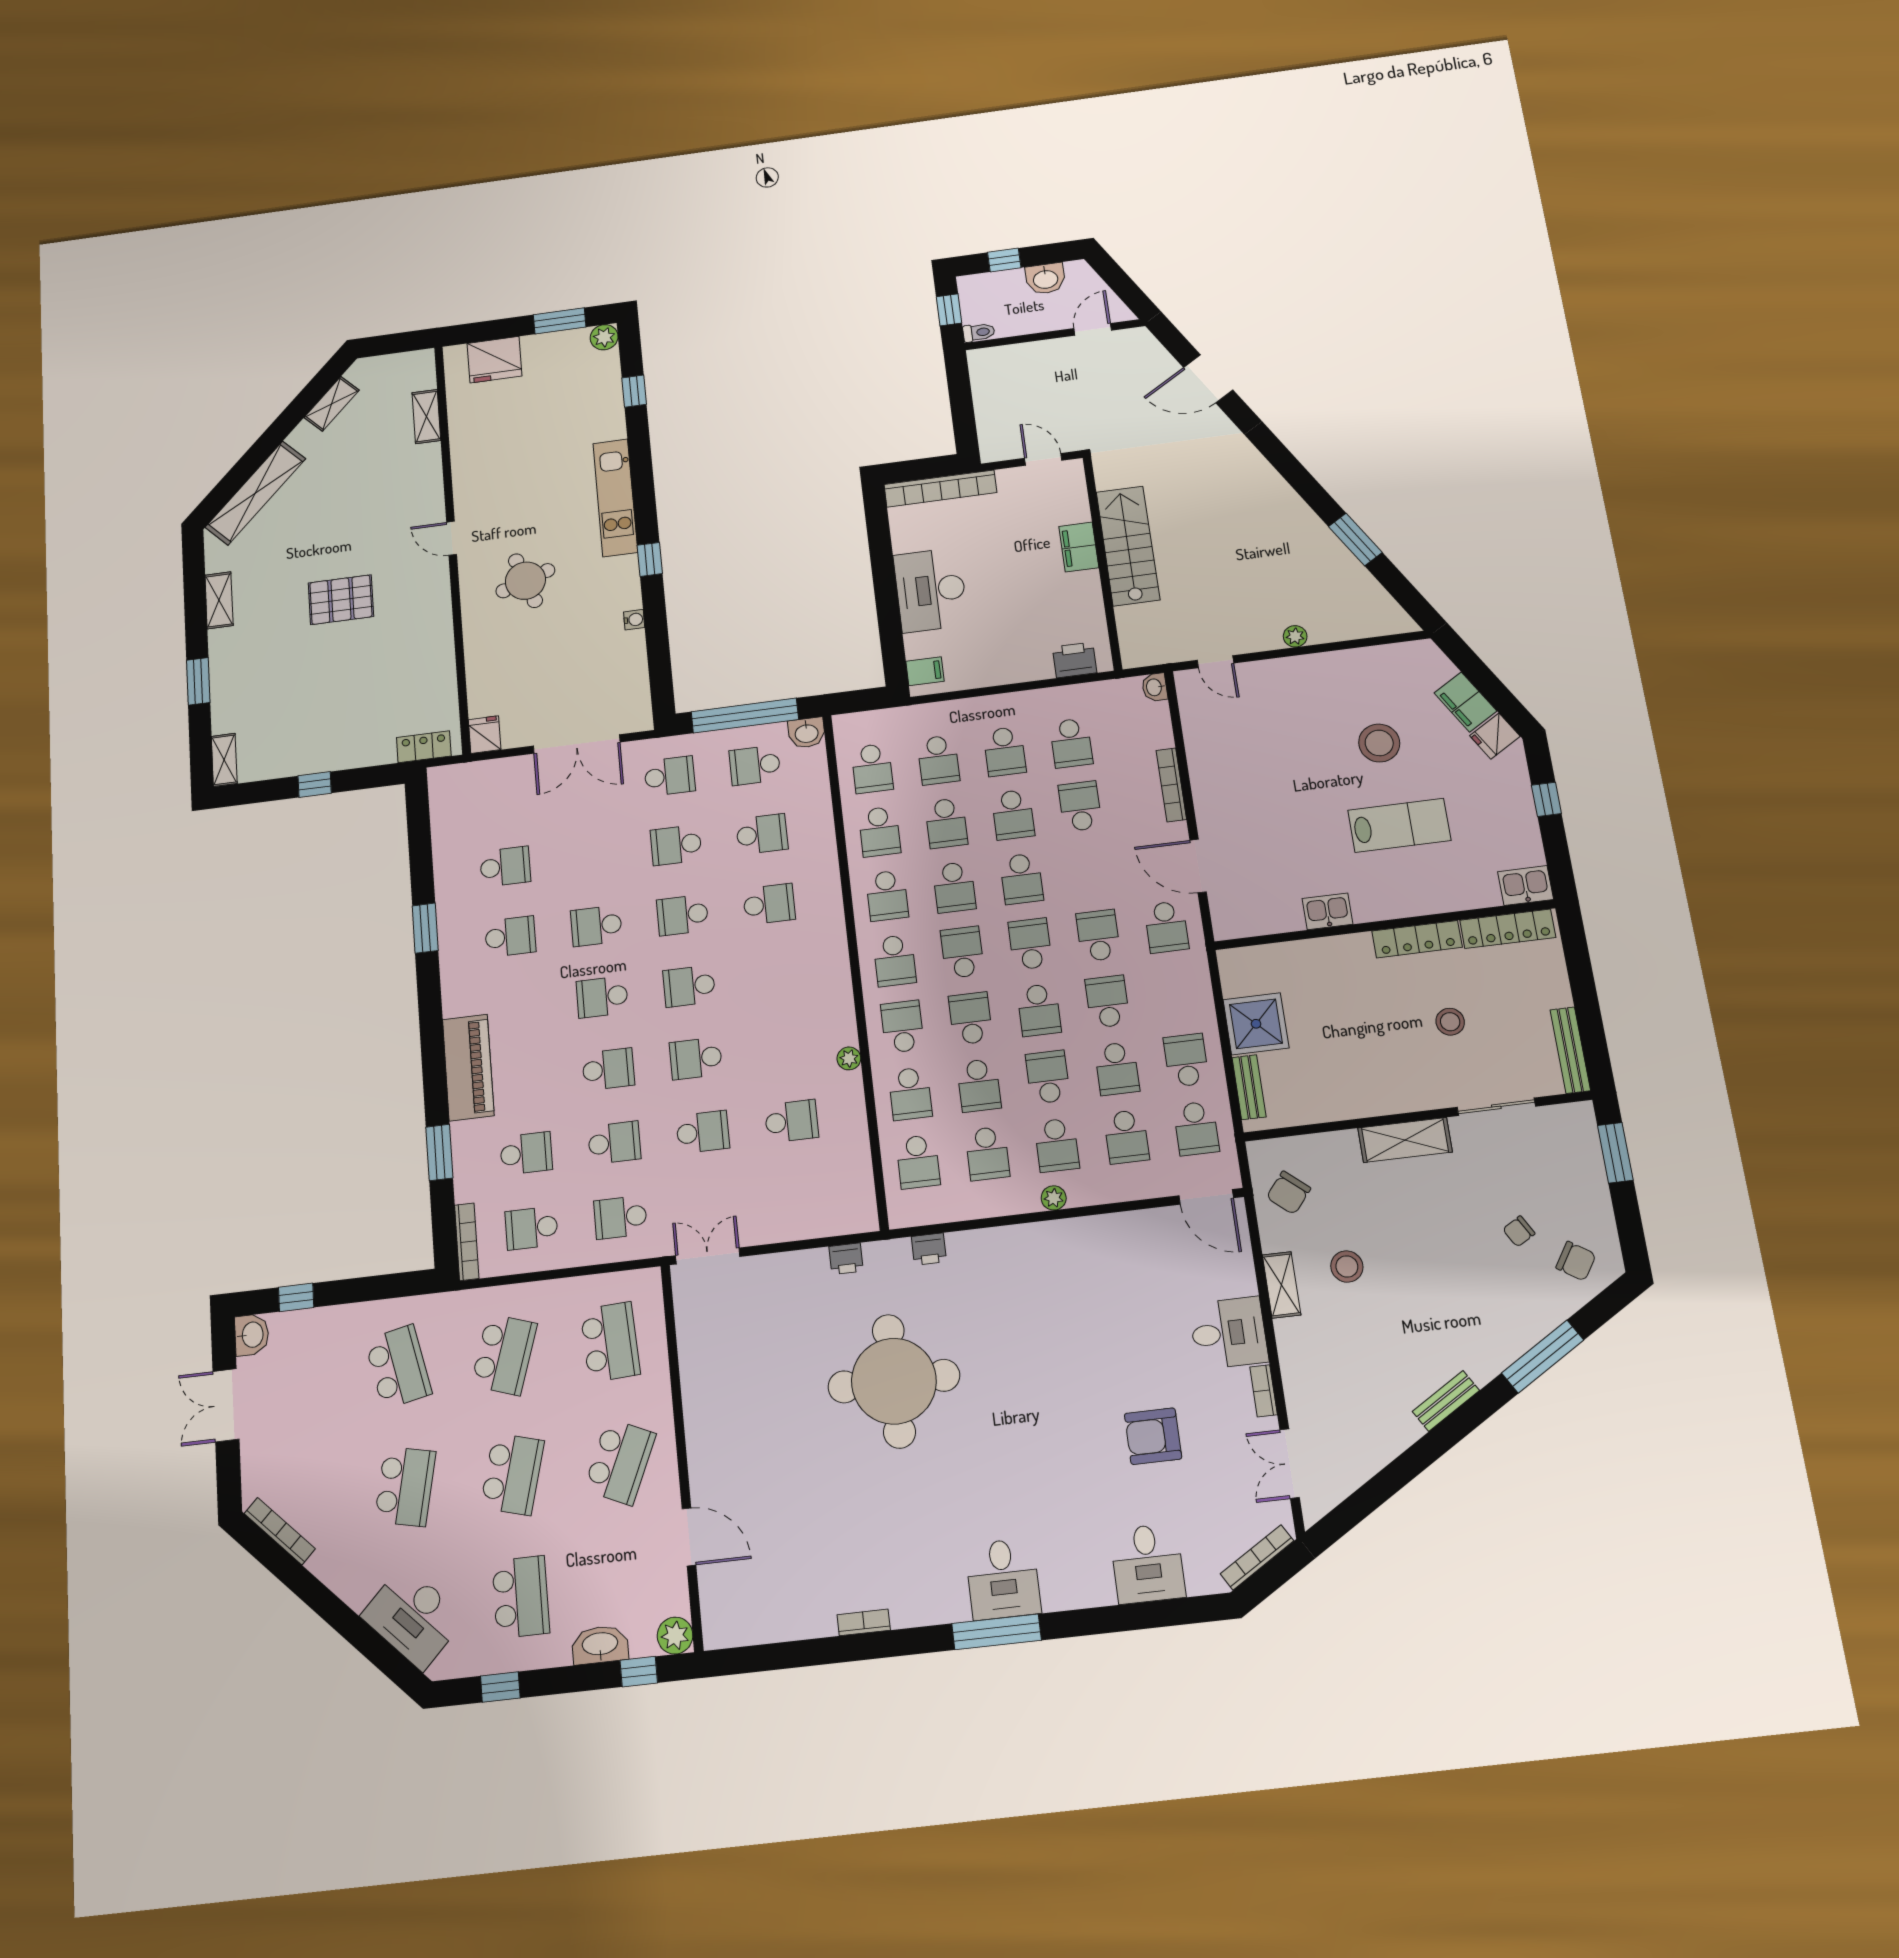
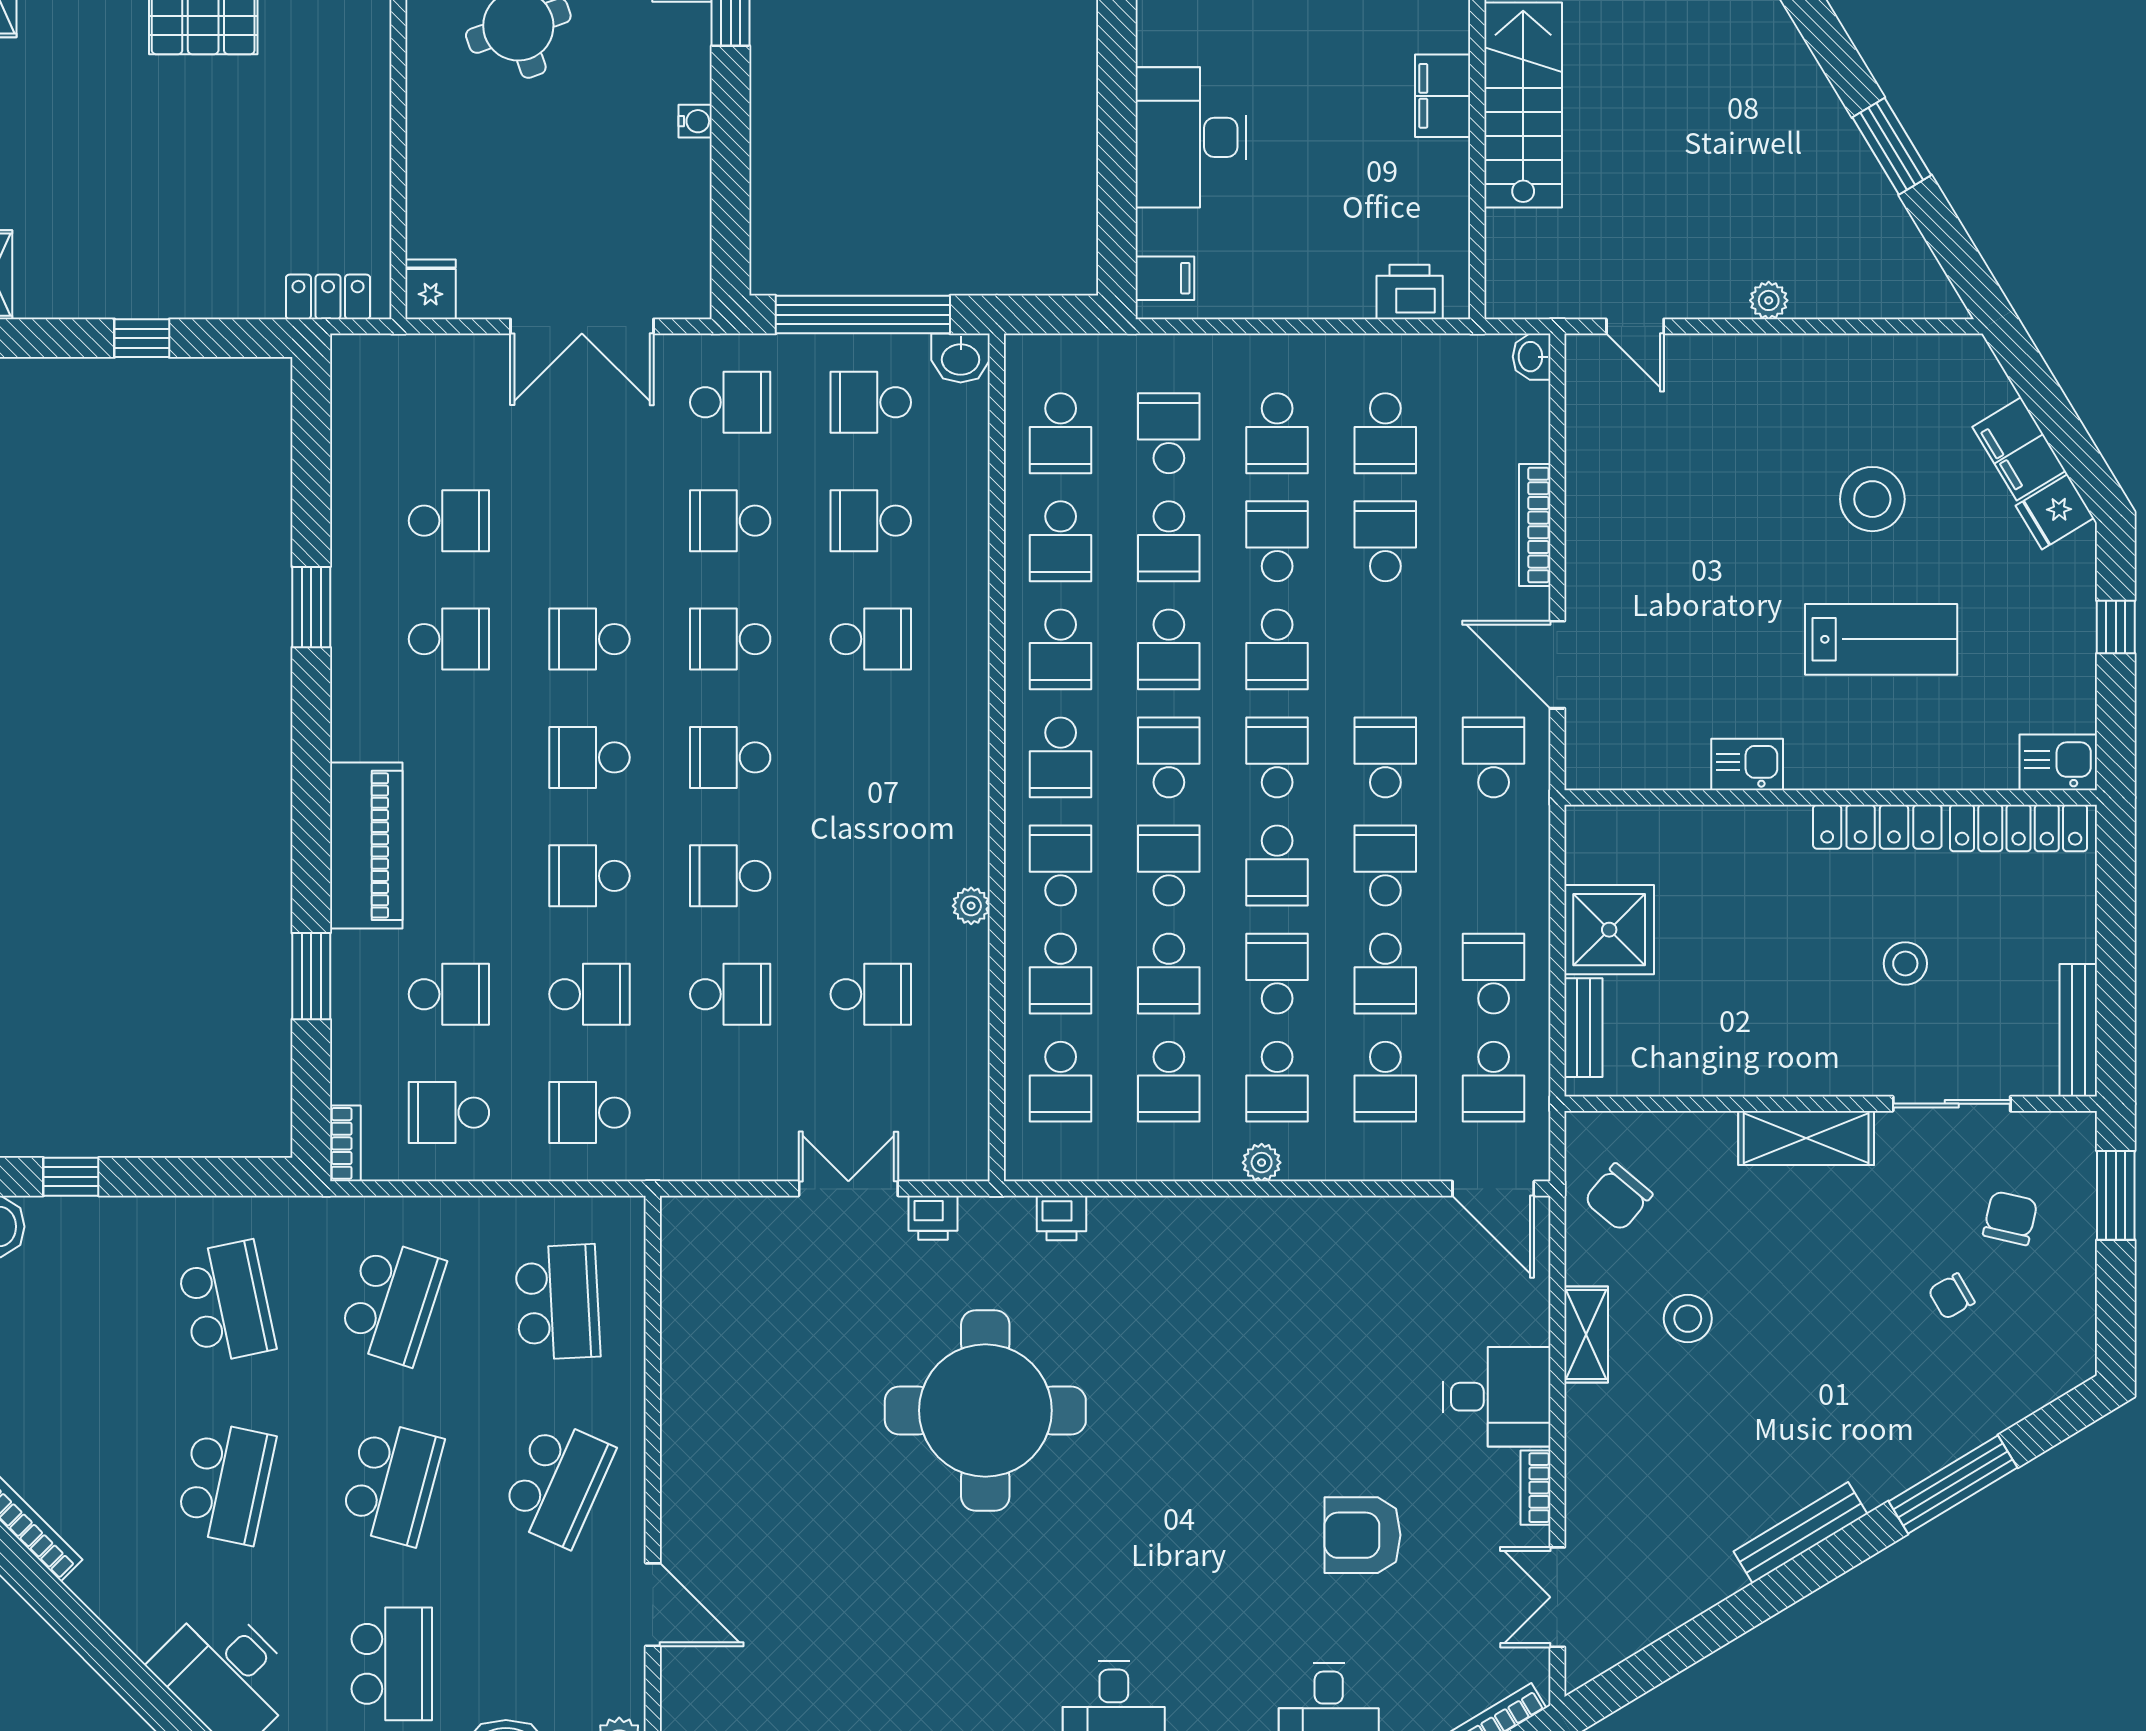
school desk: (938, 760) -> (1169, 433), turned 180
school desk: (1013, 815) -> (1277, 541), turned 180
school desk: (762, 834) -> (871, 521), turned 180
school desk: (1166, 927) -> (1494, 757), turned 180
school desk: (608, 1069) -> (590, 876), turned 180
bookcase: (467, 1242) -> (345, 1143), width x0.64
double door: (708, 1256) -> (848, 1189), moved
chair: (1576, 1261) -> (2010, 1218), moved, turned -110
bench: (1446, 1401) -> (1800, 1533), width x1.36

